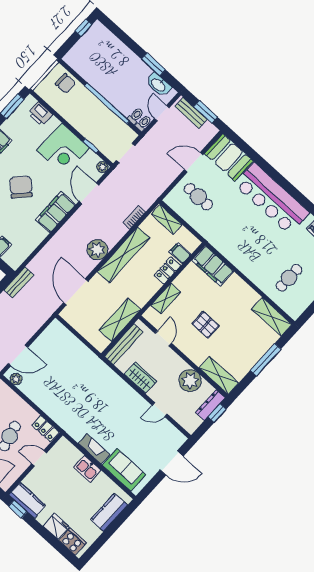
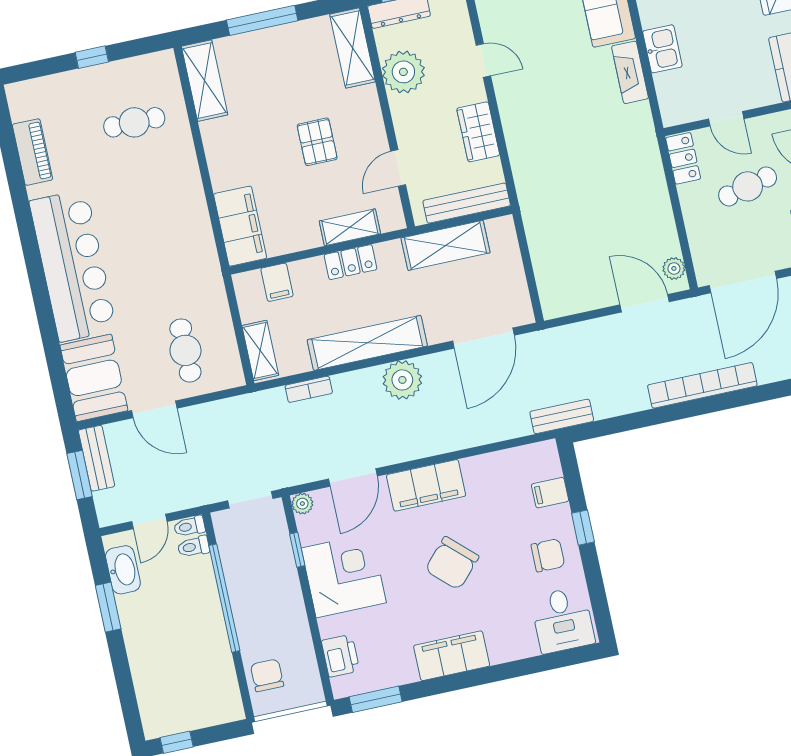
bench: (191, 113) -> (97, 458), moved
locker: (167, 270) -> (350, 262), moved

